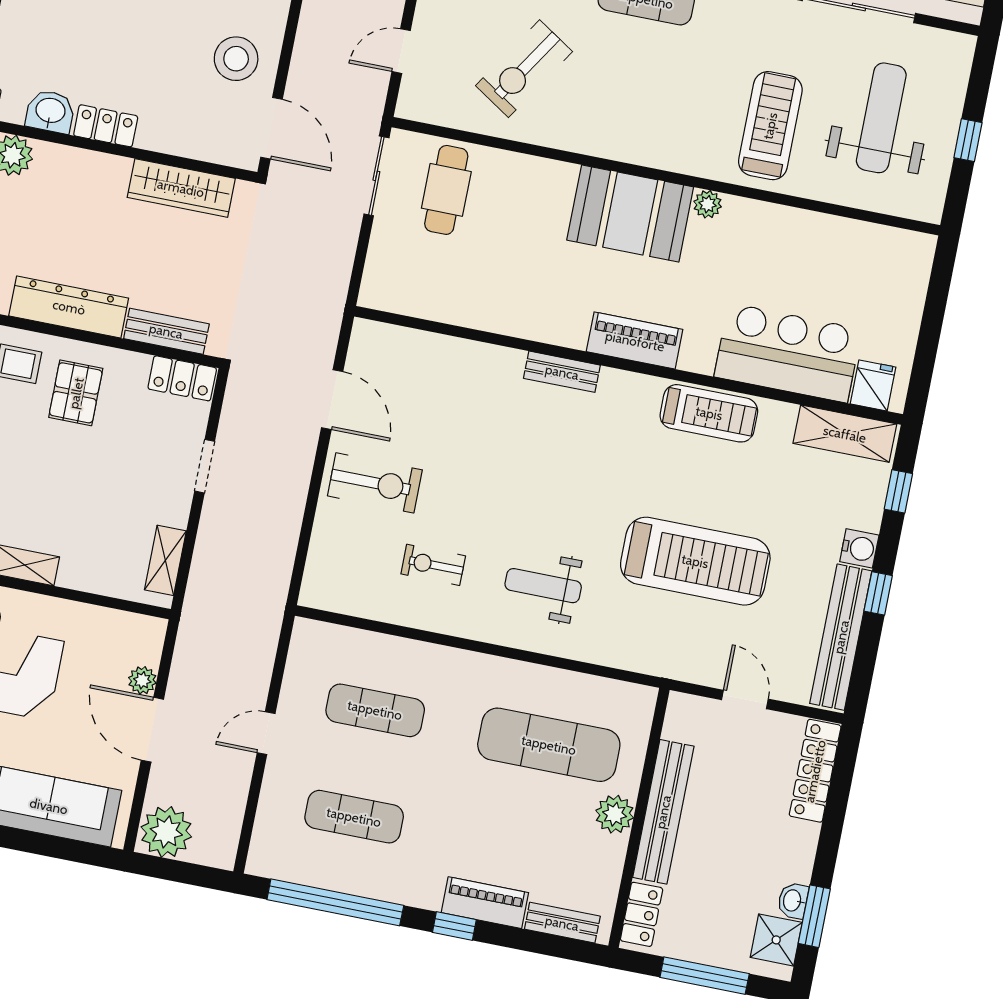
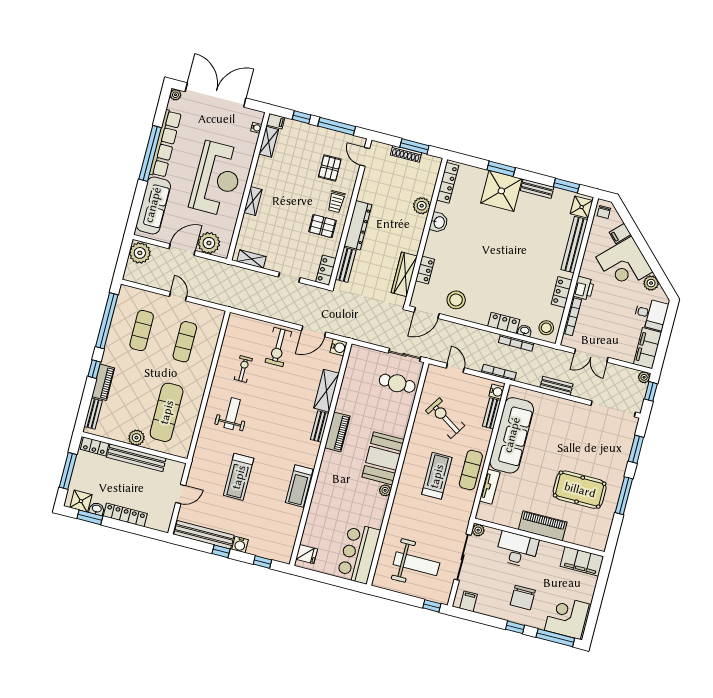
locker: (106, 126) -> (425, 270), moved
treadmill: (770, 126) -> (437, 476), moved, turned -90
window: (968, 140) -> (432, 606), moved
water cooler: (368, 337) -> (339, 347), added
piano: (635, 341) -> (337, 432), moved
bar counter: (788, 353) -> (359, 553), moved, turned 180
shelving: (845, 434) -> (326, 391), moved
treadmill: (695, 561) -> (239, 477), width x0.73, depth x0.73
plant: (142, 680) -> (209, 243), width x1.87, depth x1.87
locker: (815, 771) -> (125, 515), moved

